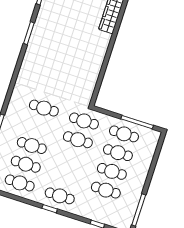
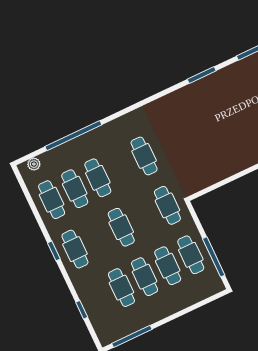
cafe table: (78, 140) -> (121, 227), moved

